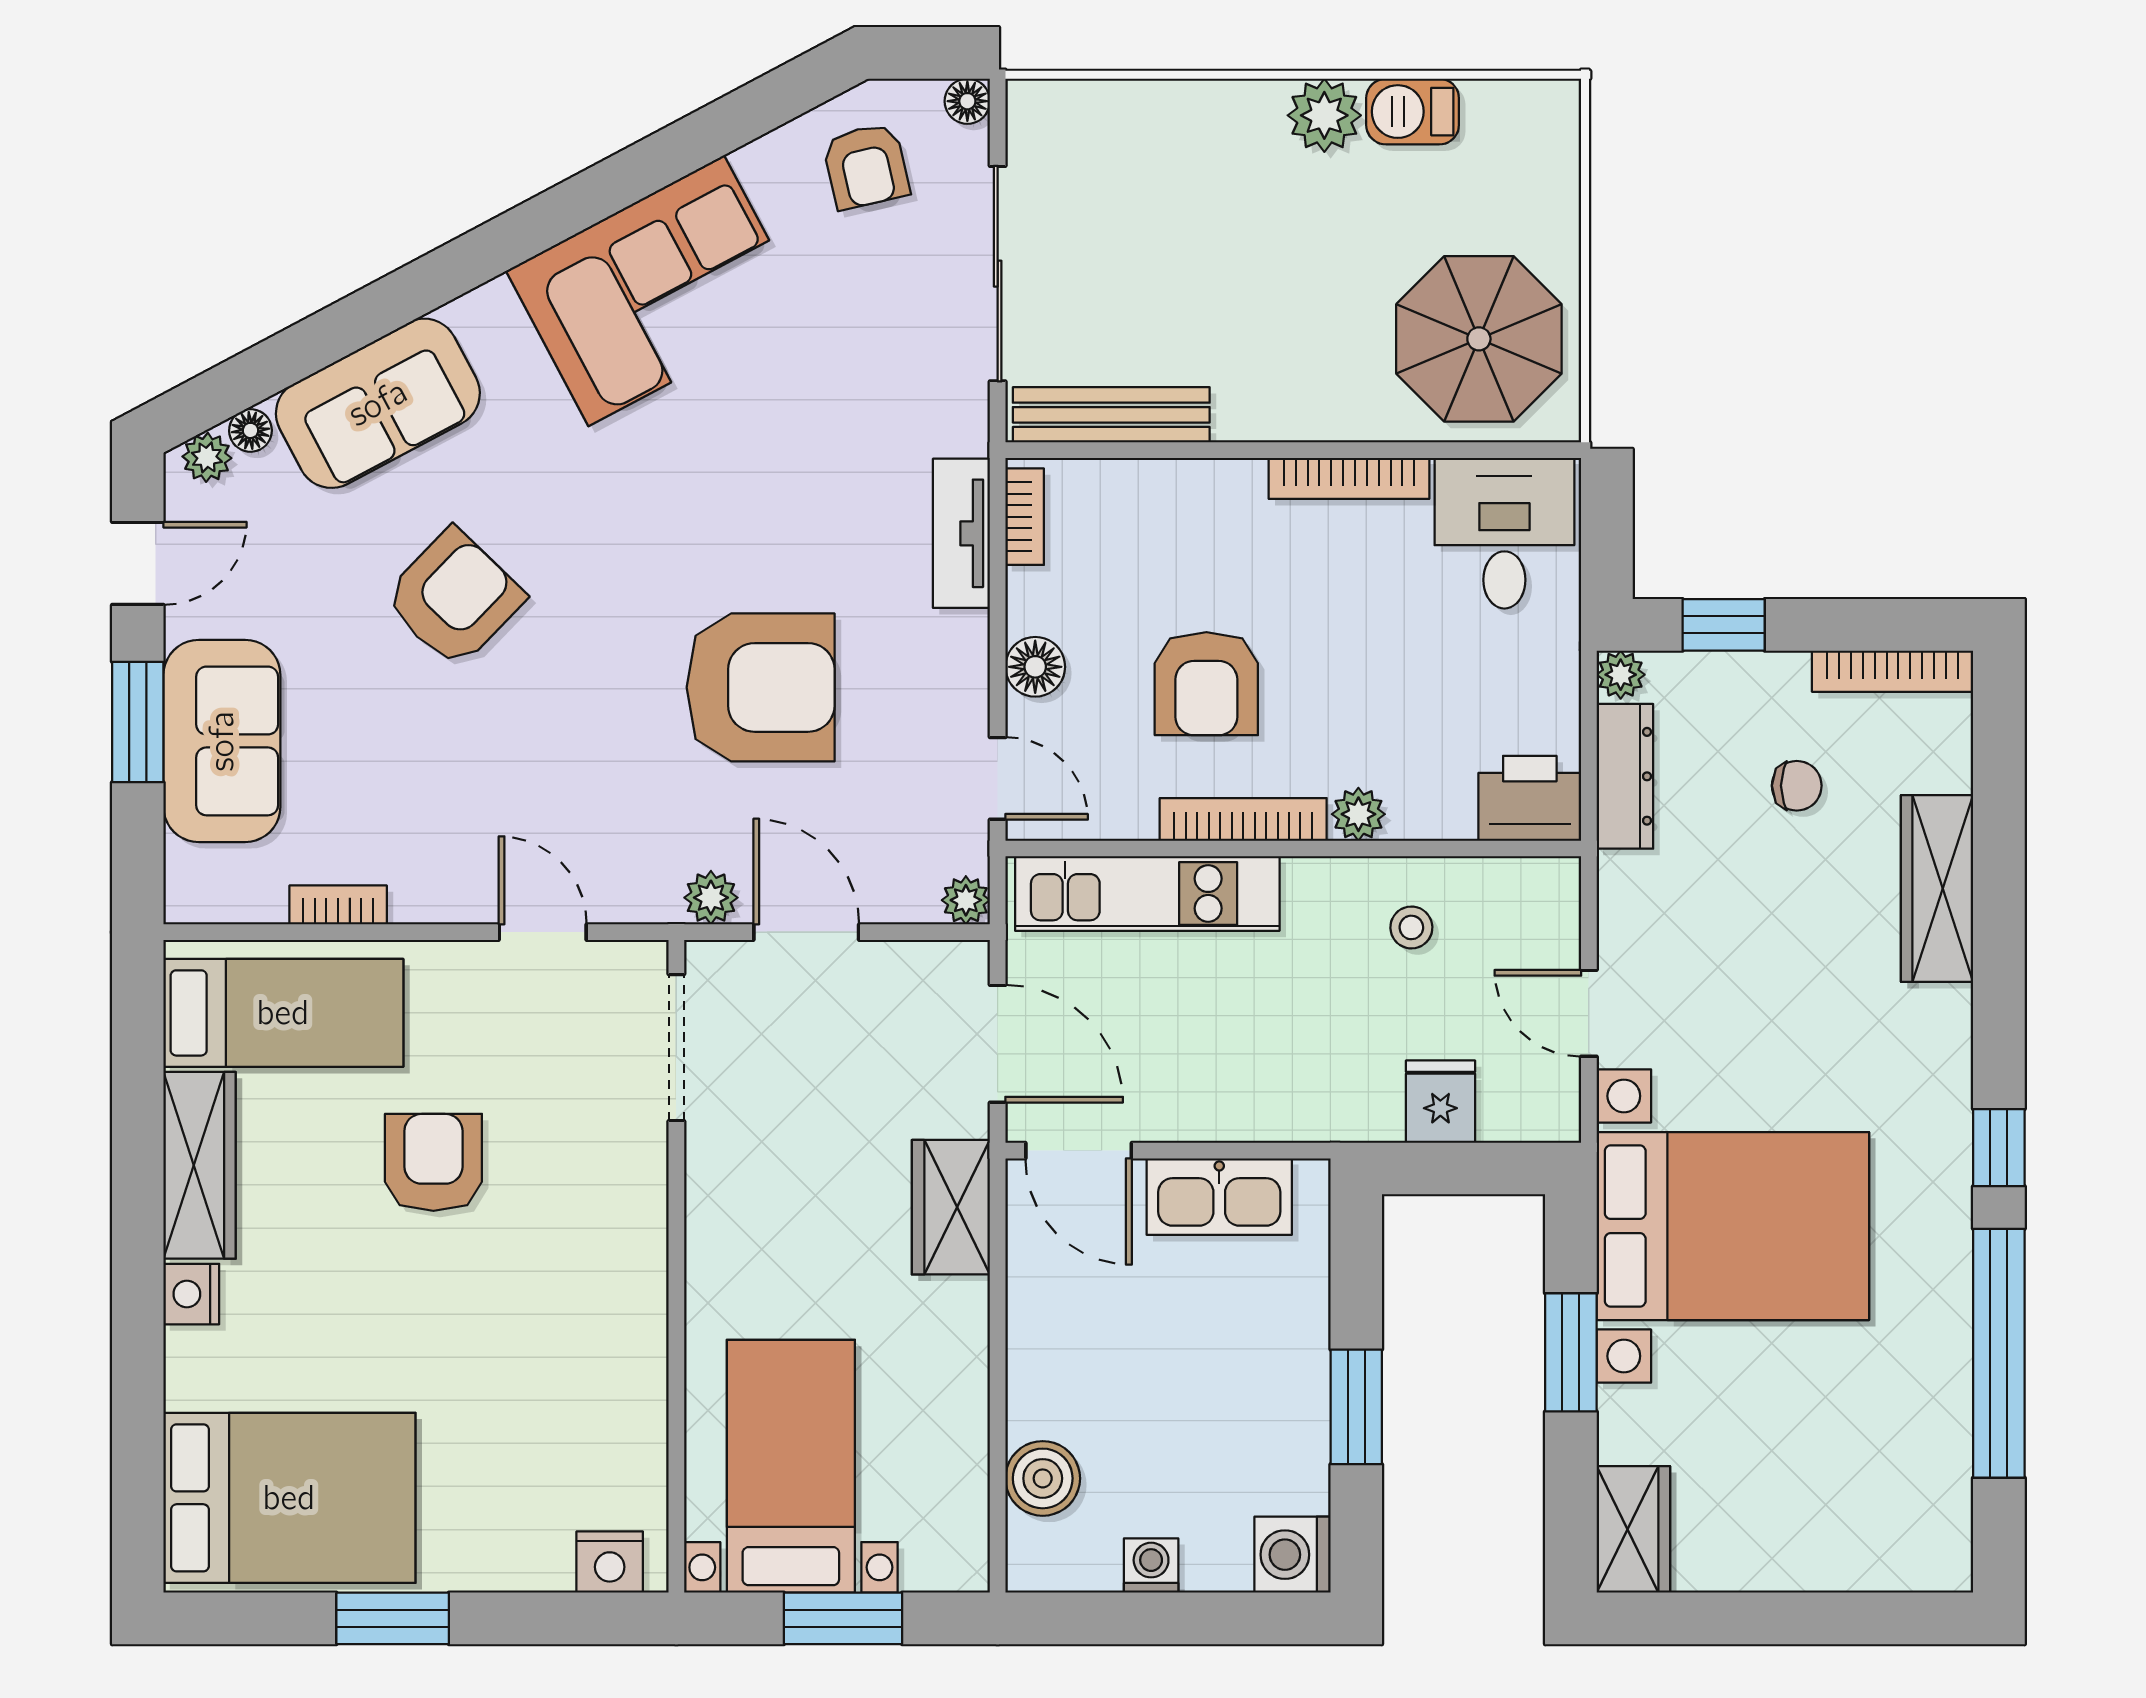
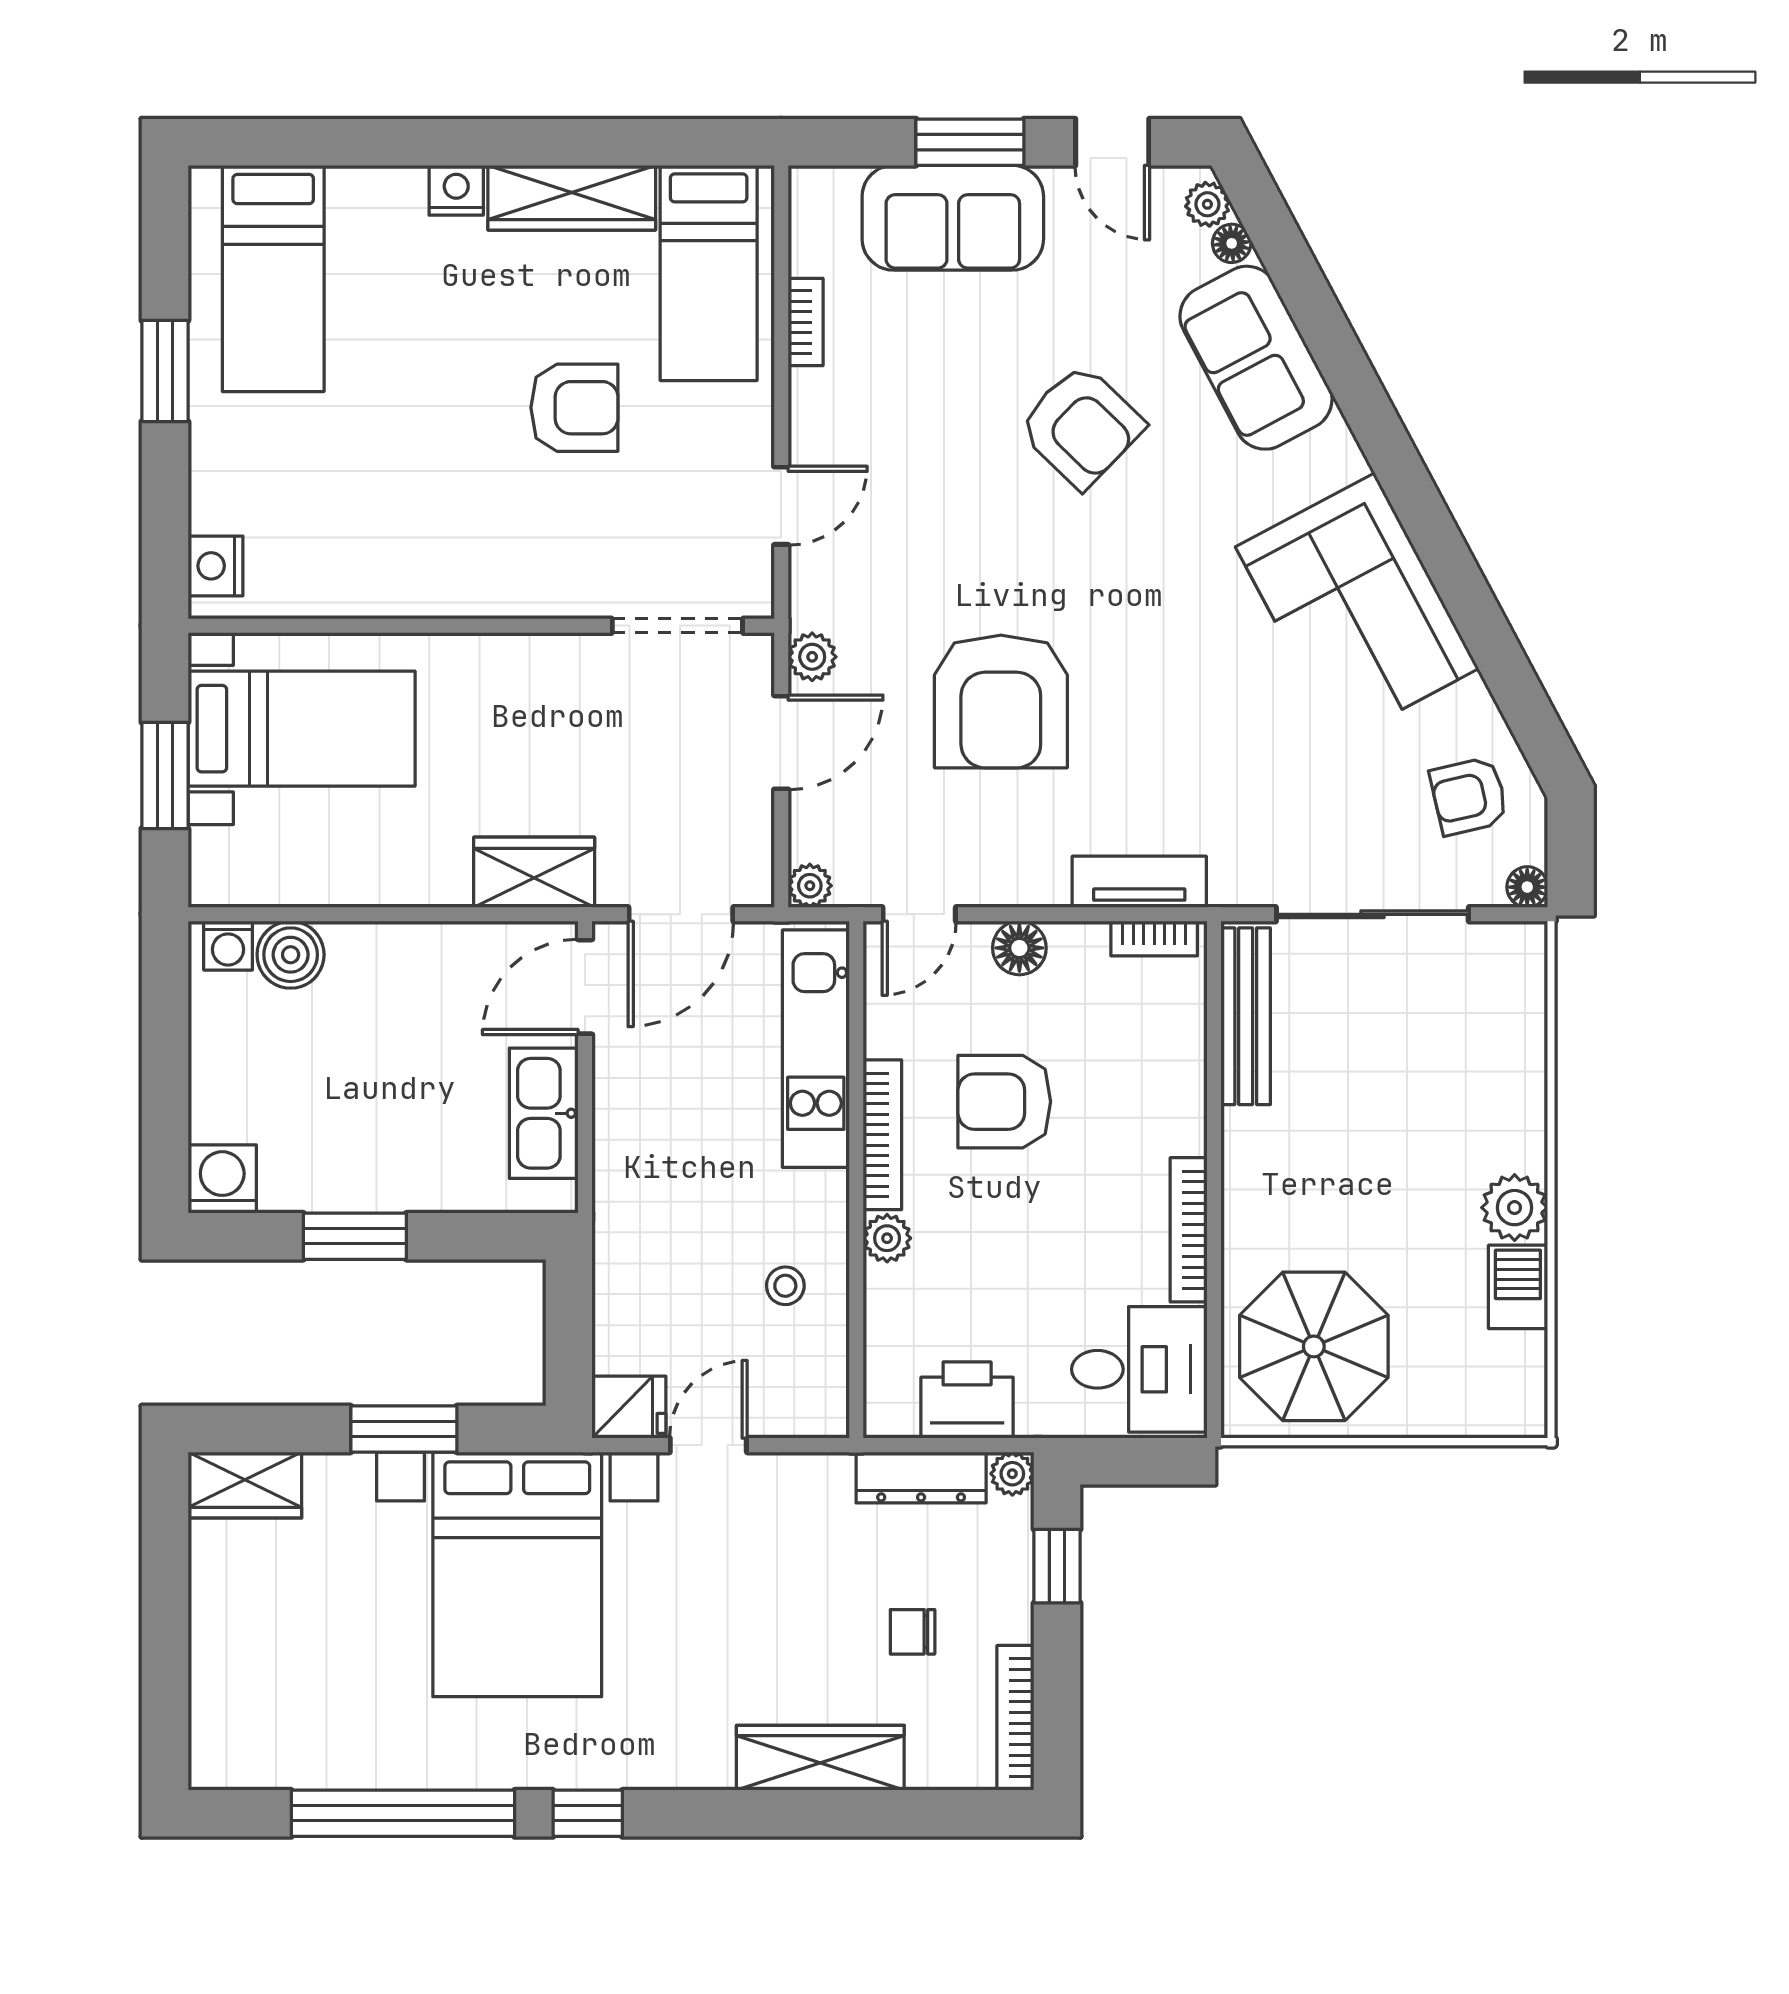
chair: (1797, 786) -> (913, 1632), turned 90
printer: (1530, 798) -> (967, 1400), moved, turned -90
fridge: (1440, 1102) -> (629, 1407), moved
bed: (289, 1498) -> (273, 278), width x0.67
washing machine: (1151, 1565) -> (228, 946), moved, turned 90

